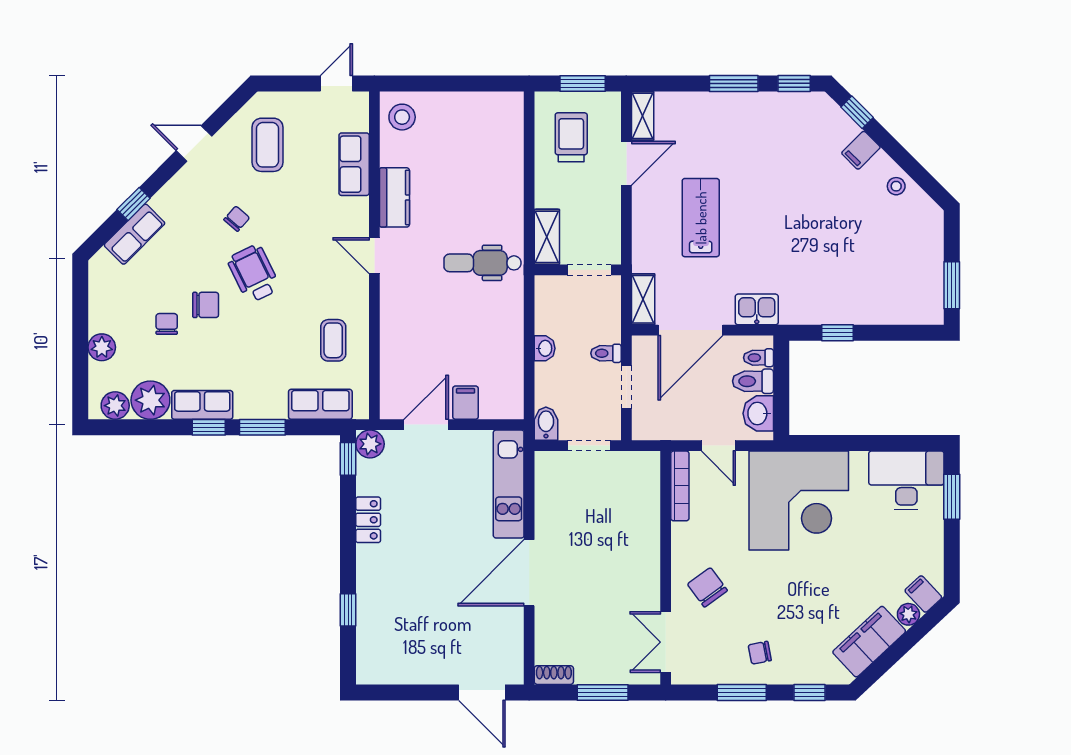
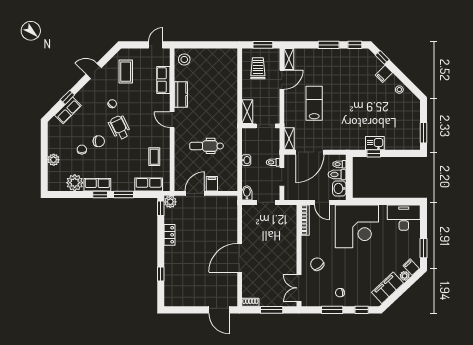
dental chair: (482, 263) -> (206, 146), moved
kitchen sink: (757, 309) -> (375, 143), moved
plant: (115, 406) -> (59, 185), removed
kitchen unit: (509, 484) -> (231, 219), removed
window: (952, 497) -> (423, 248), moved

